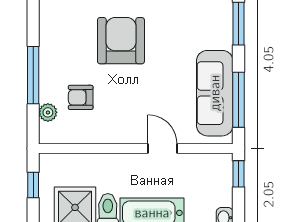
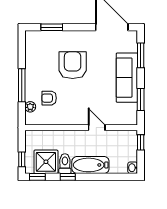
sofa: (215, 93) -> (127, 78), moved
window: (238, 100) -> (141, 99), width x0.69
window: (33, 185) -> (22, 159), moved

